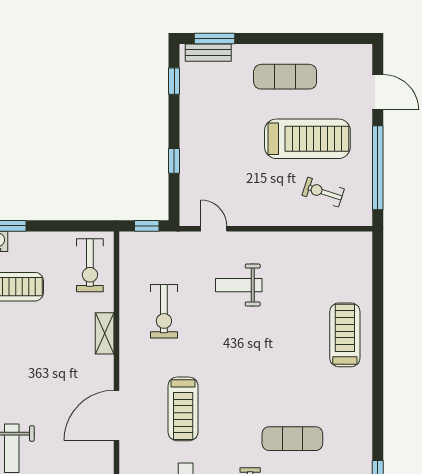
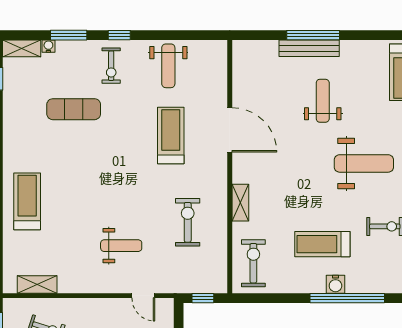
shelving: (333, 241) -> (37, 284), added
treadmill: (345, 335) -> (27, 201), turned 180
door: (117, 415) -> (230, 130), hinge flipped

